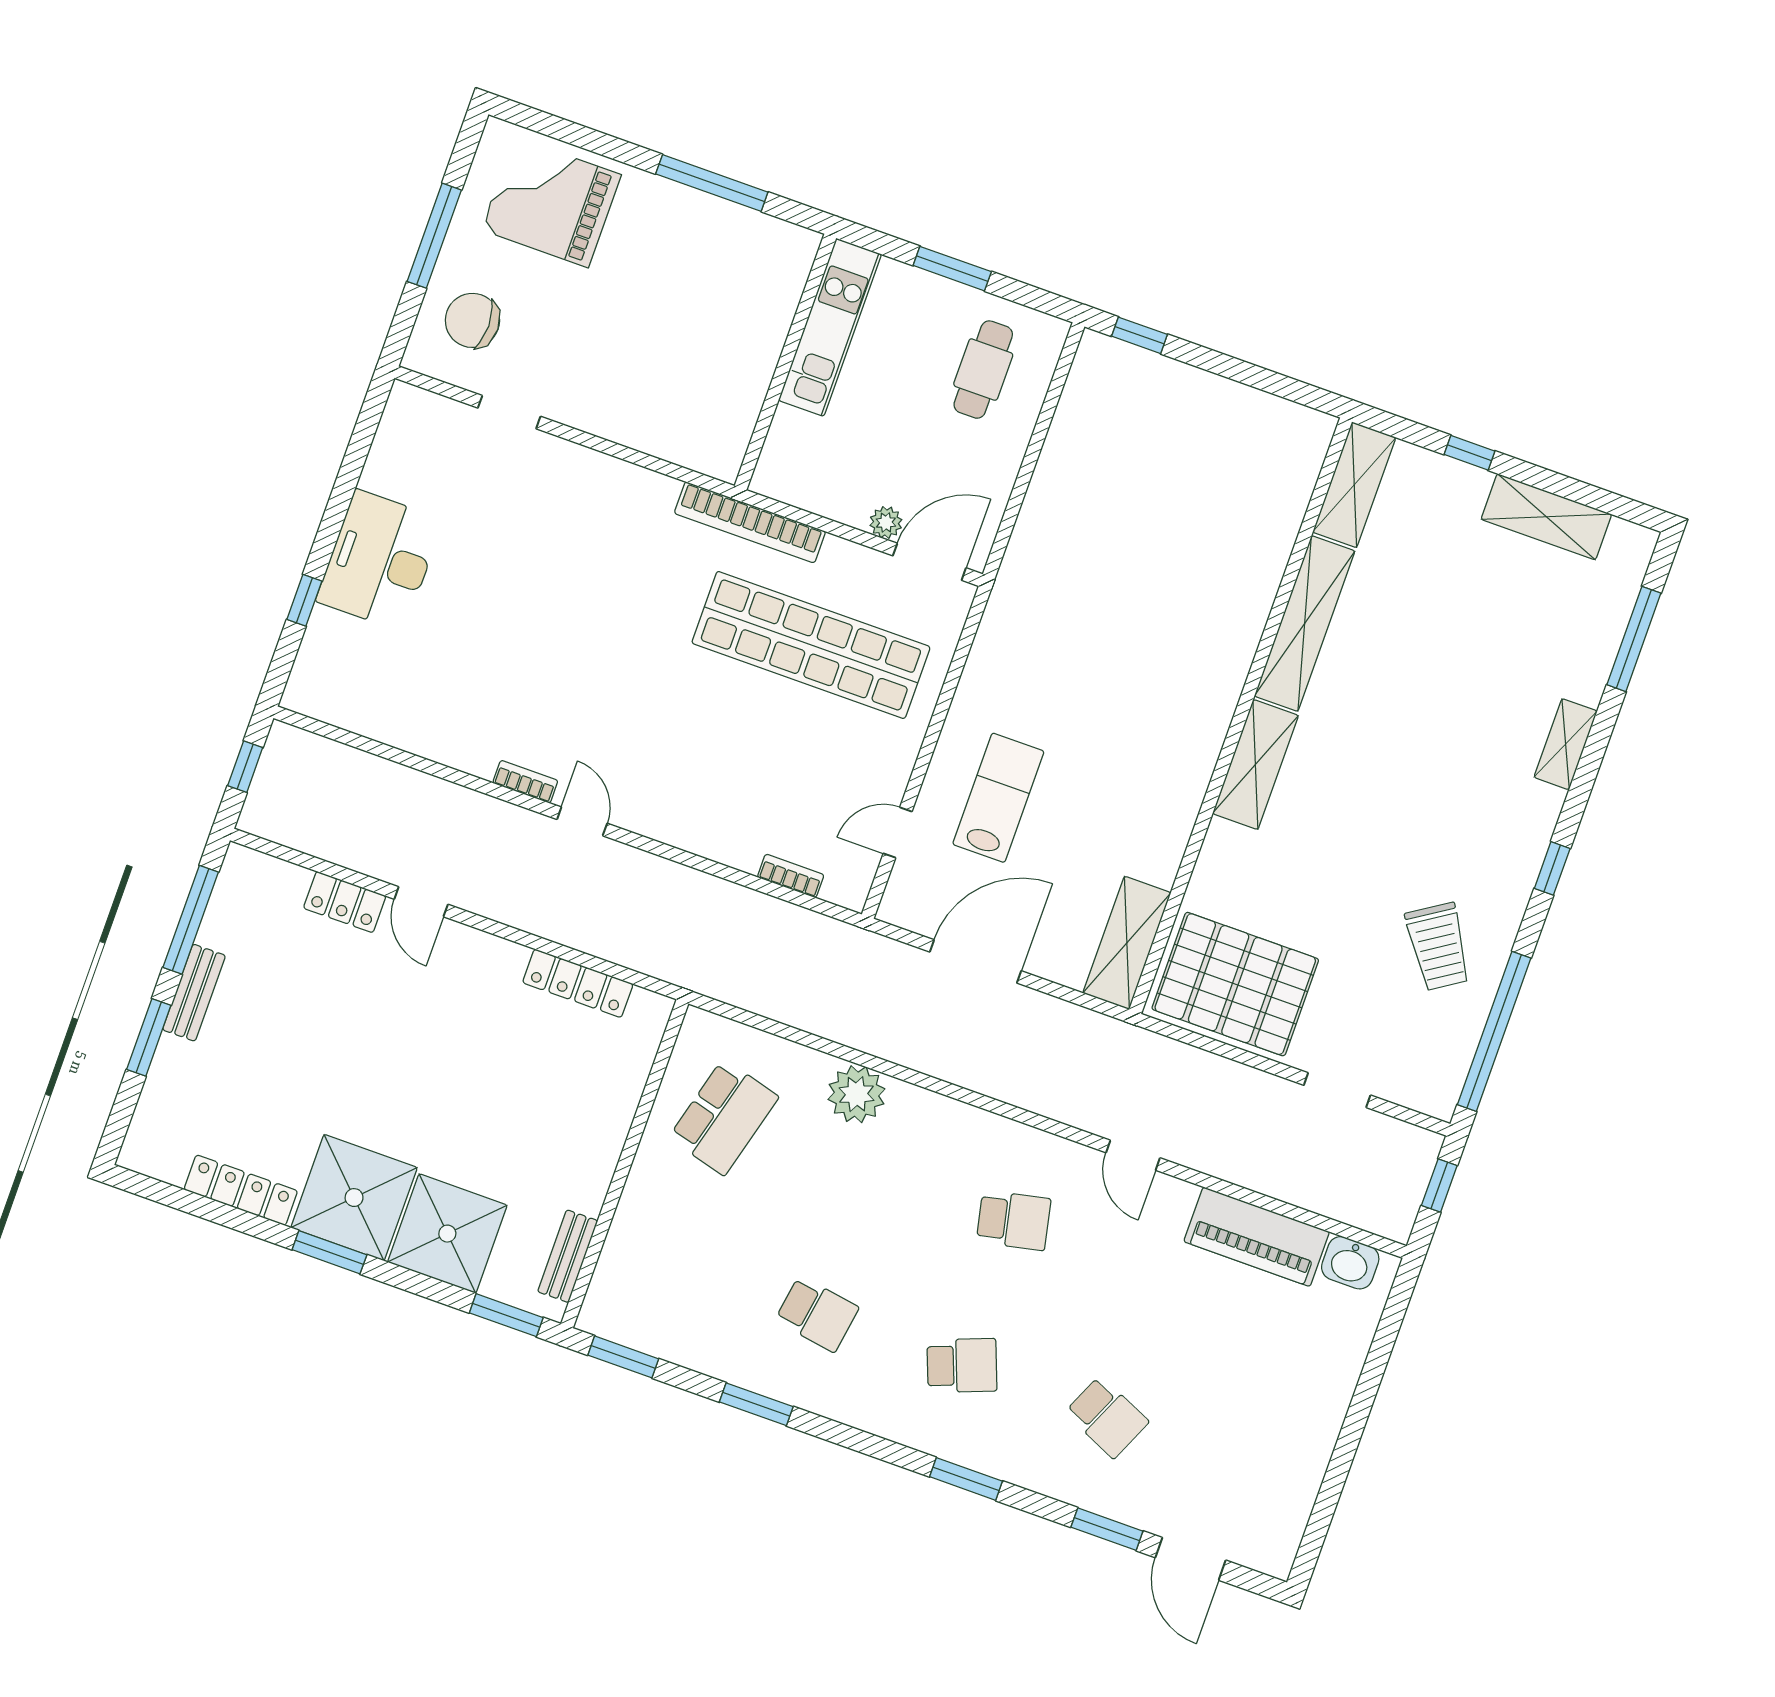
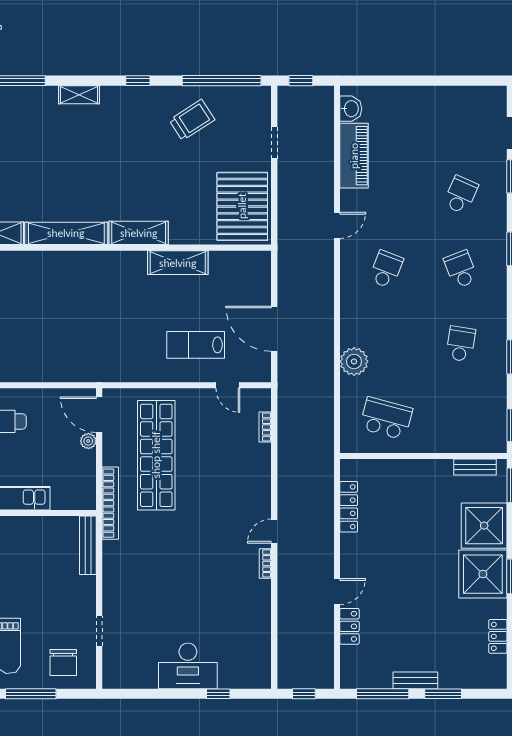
bench: (683, 450) -> (88, 545), added
shelving: (1127, 943) -> (178, 263), moved
locker: (241, 1190) -> (498, 636), width x0.66
school desk: (1014, 1220) -> (386, 269), turned 33

